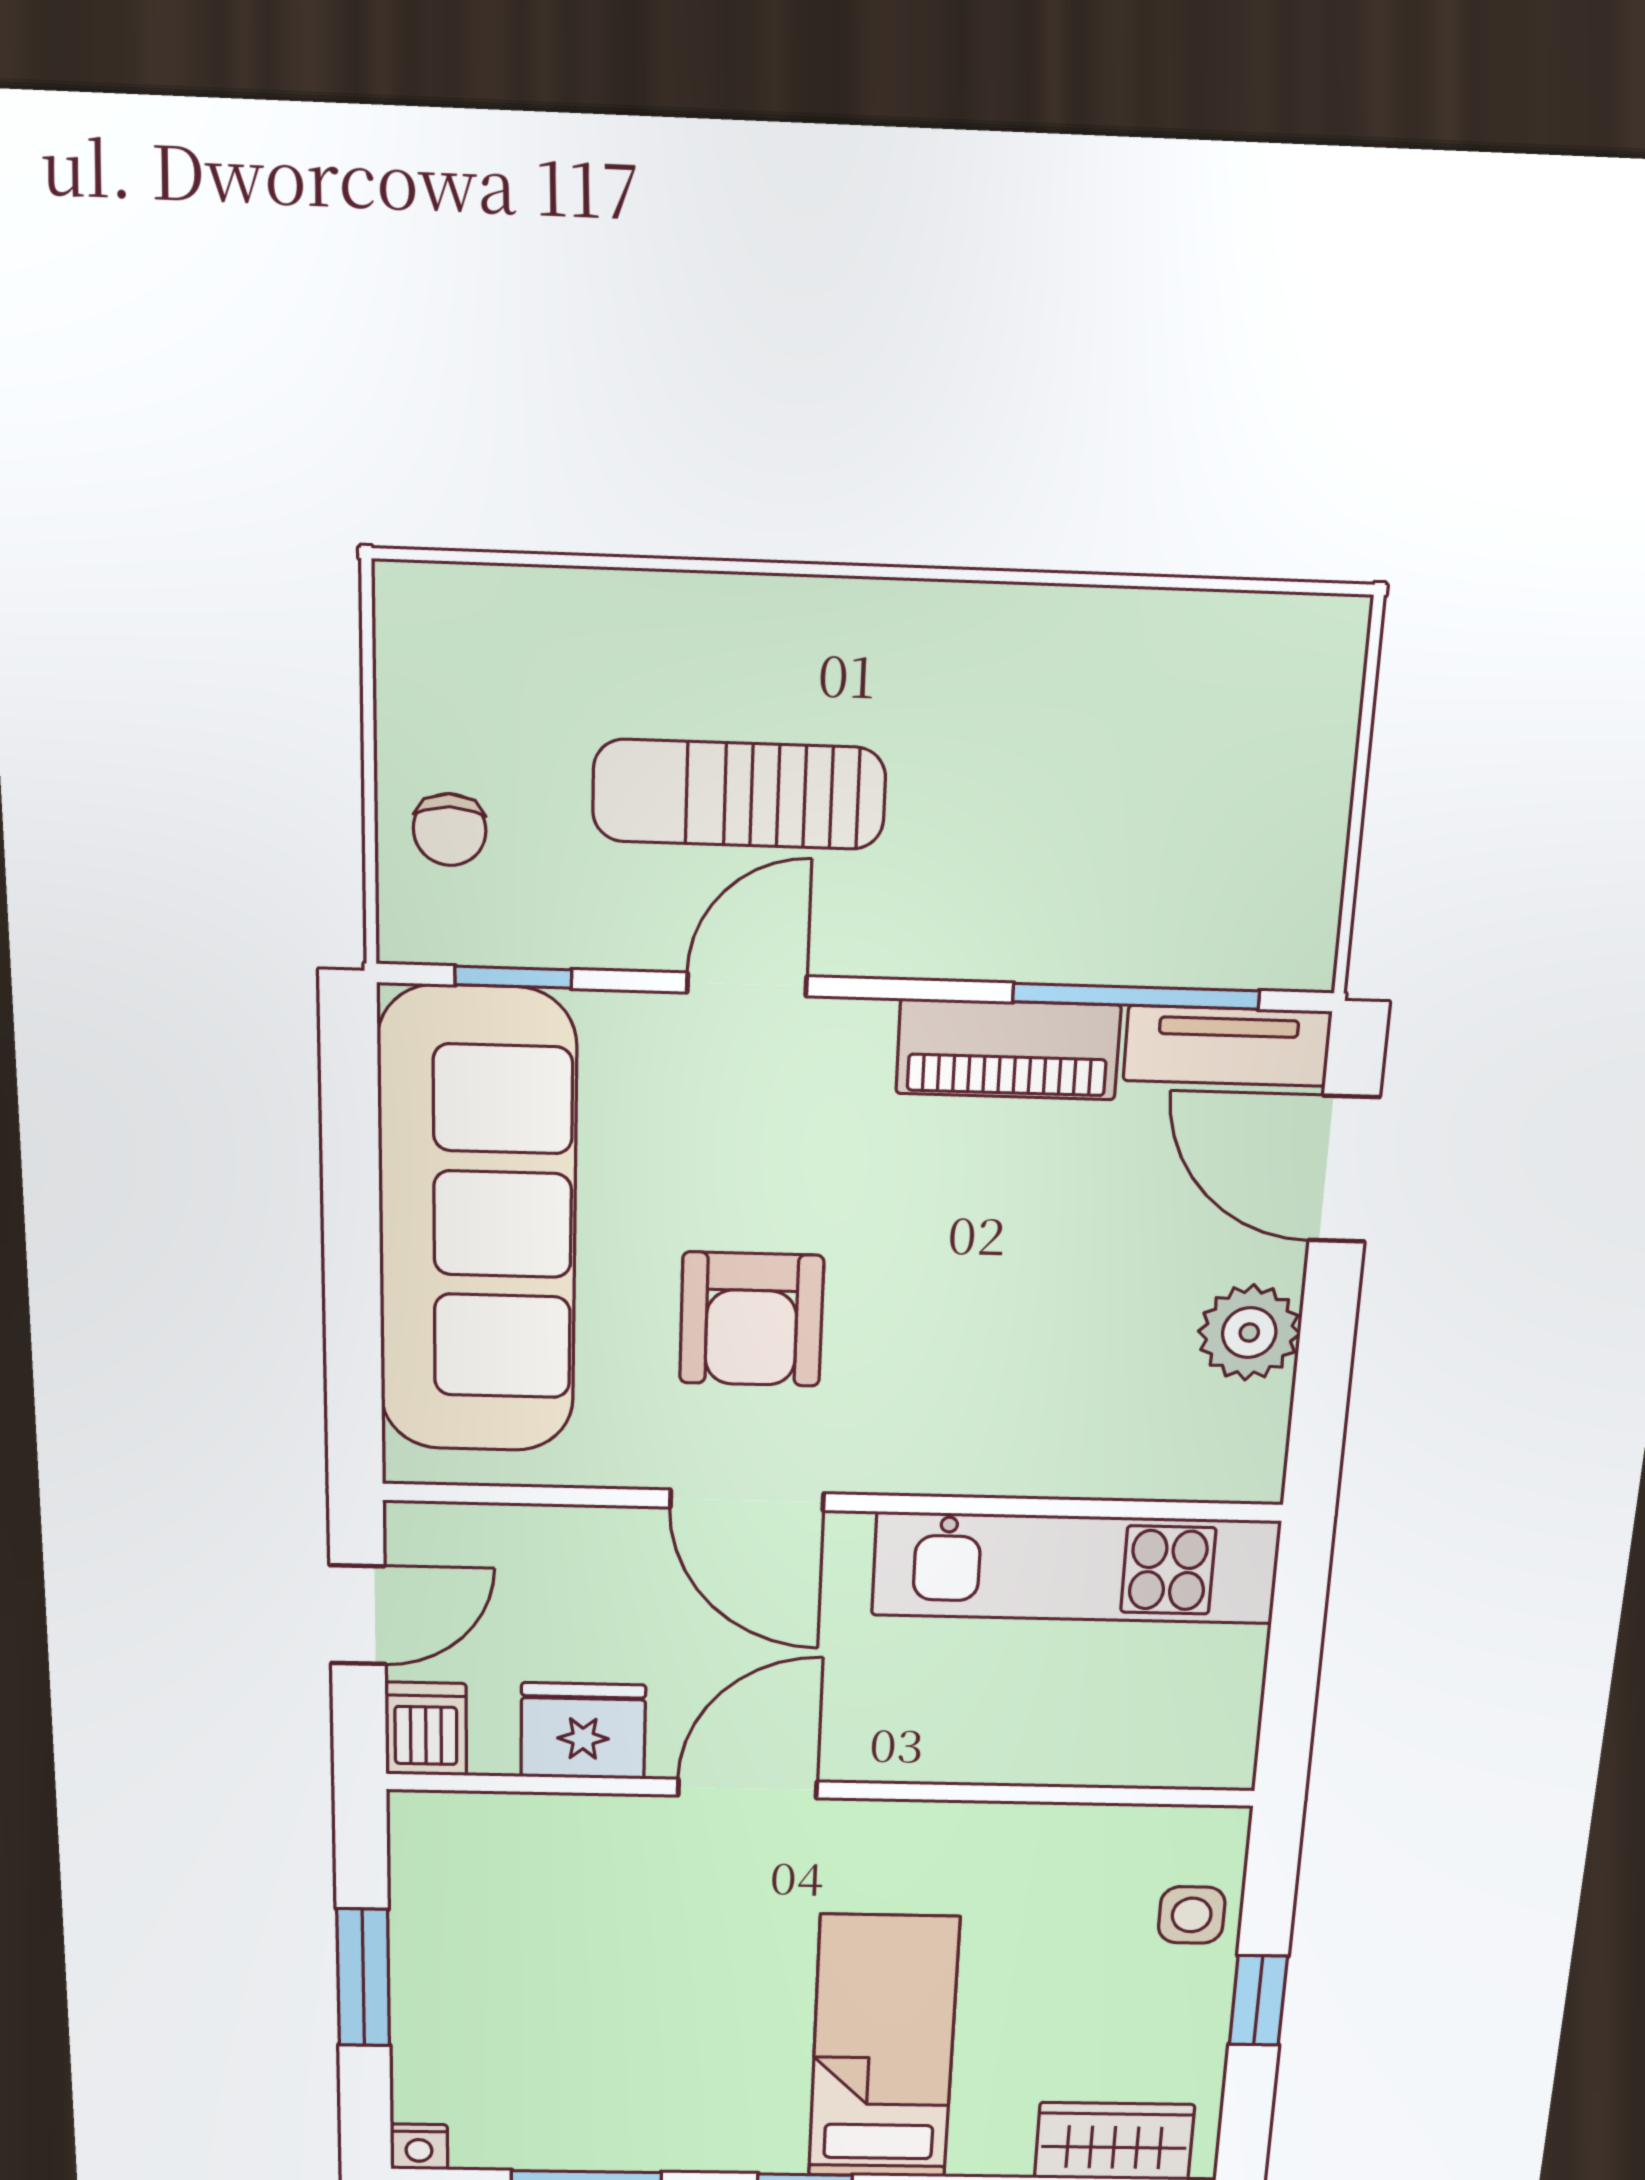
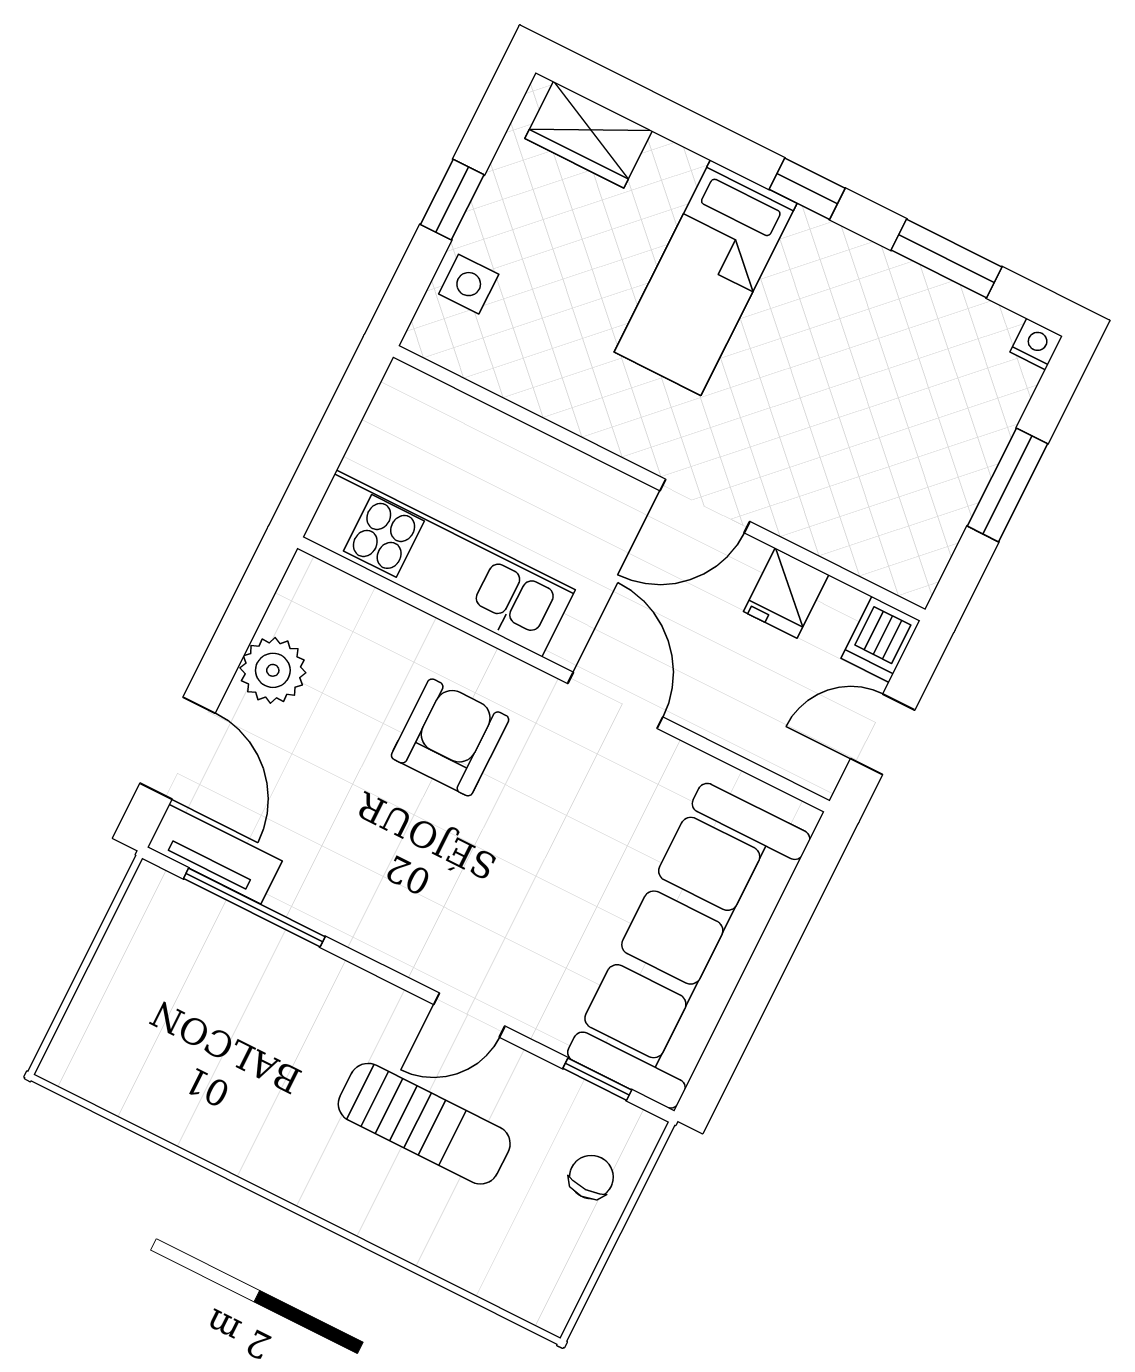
piano: (1008, 1049) -> (340, 910), removed
armchair: (752, 1319) -> (450, 737), moved
fridge: (583, 1731) -> (786, 593), width x0.72

